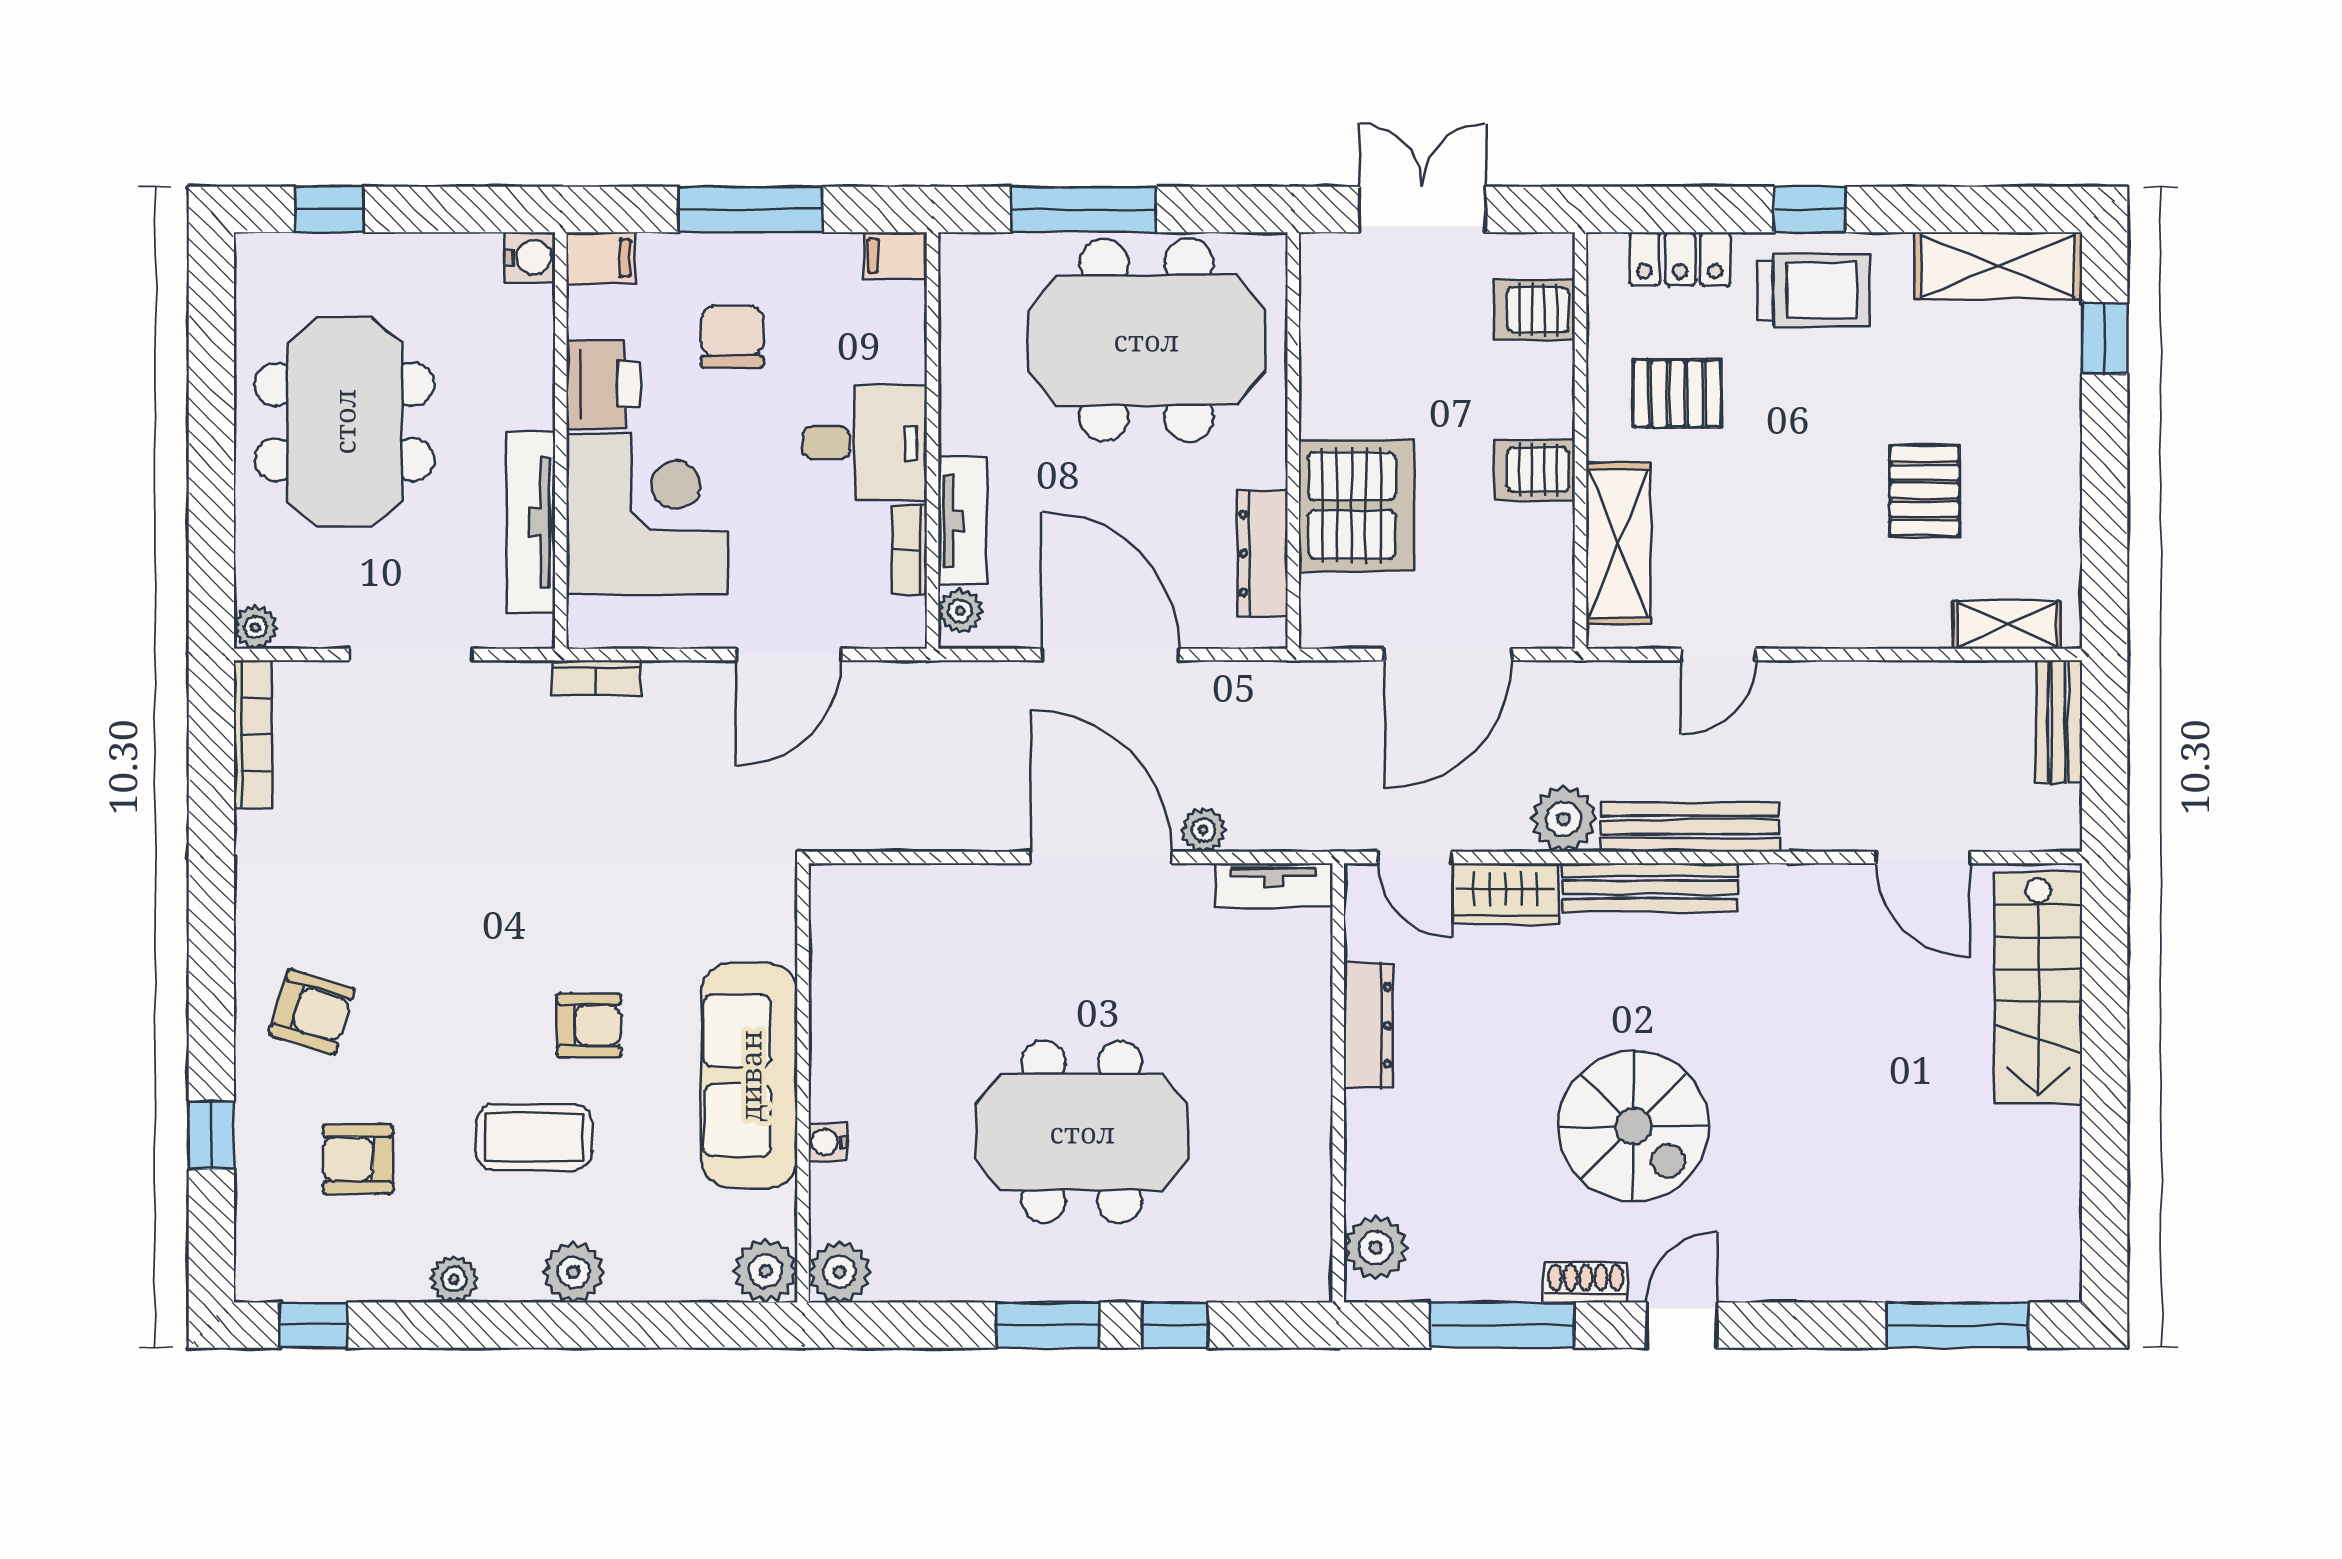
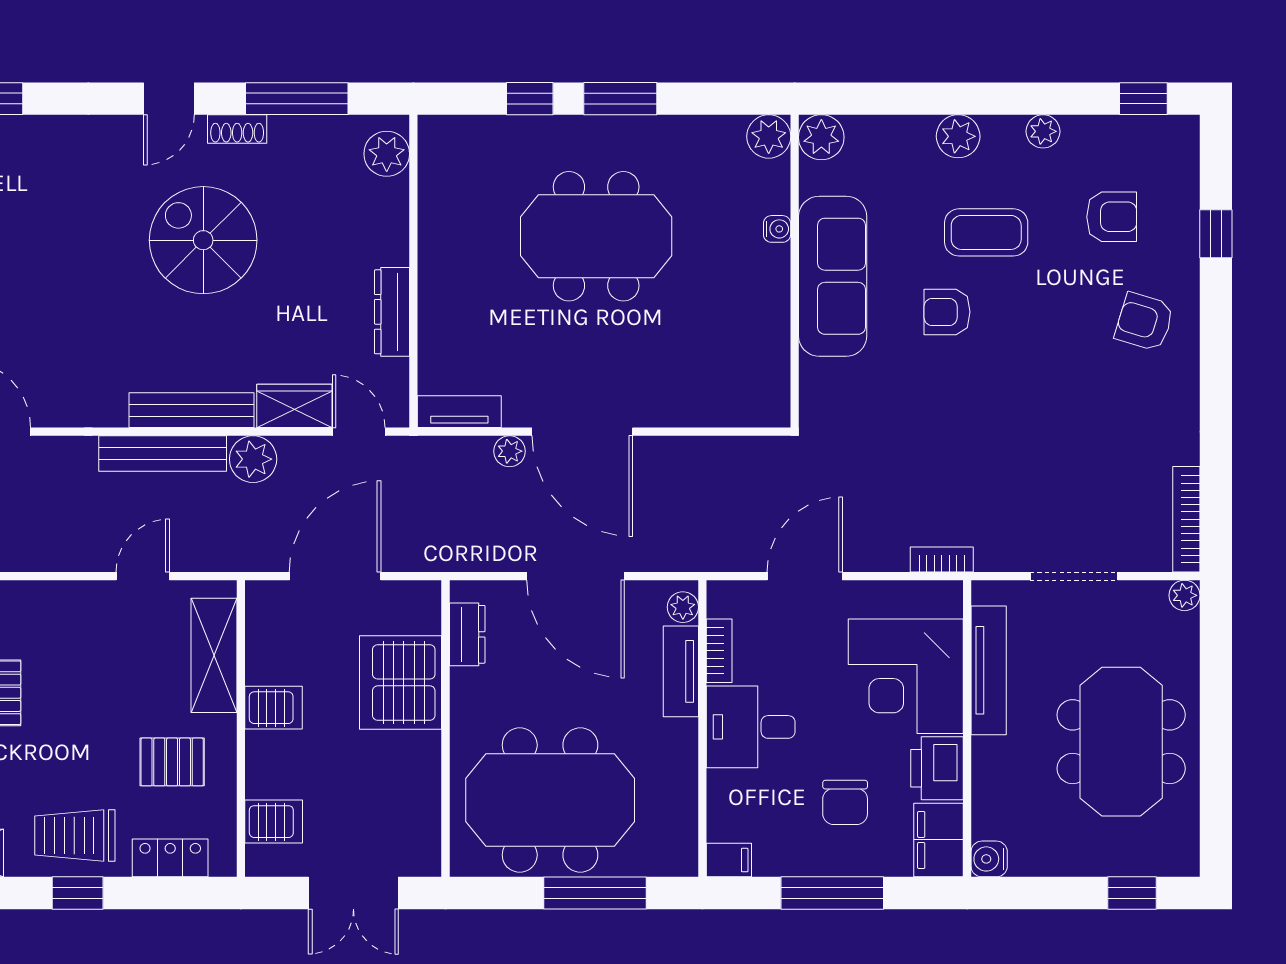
filing cabinet: (601, 258) -> (938, 840), width x2.00
dresser: (1263, 553) -> (467, 634), width x0.70

